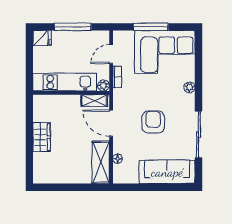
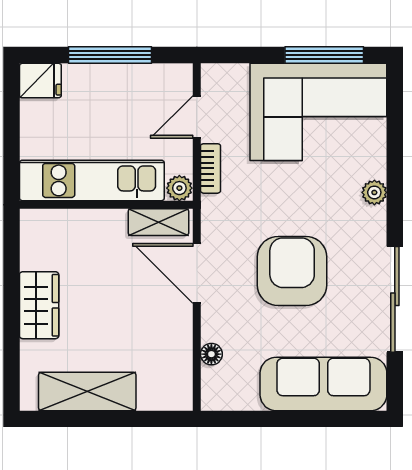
window: (151, 27) -> (324, 55), moved
armchair: (153, 122) -> (292, 271), width x1.36, depth x1.36
shelving: (101, 162) -> (87, 391), moved, turned 90

